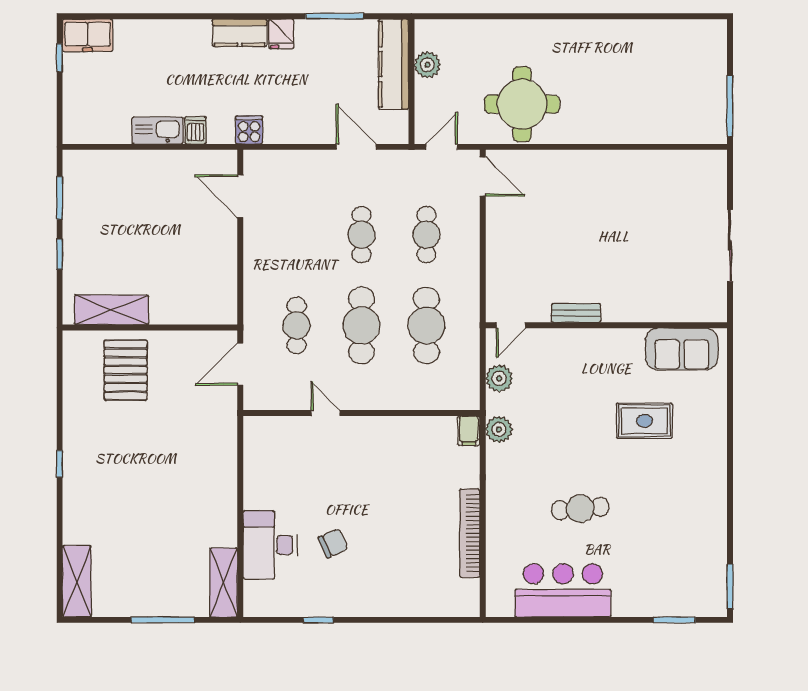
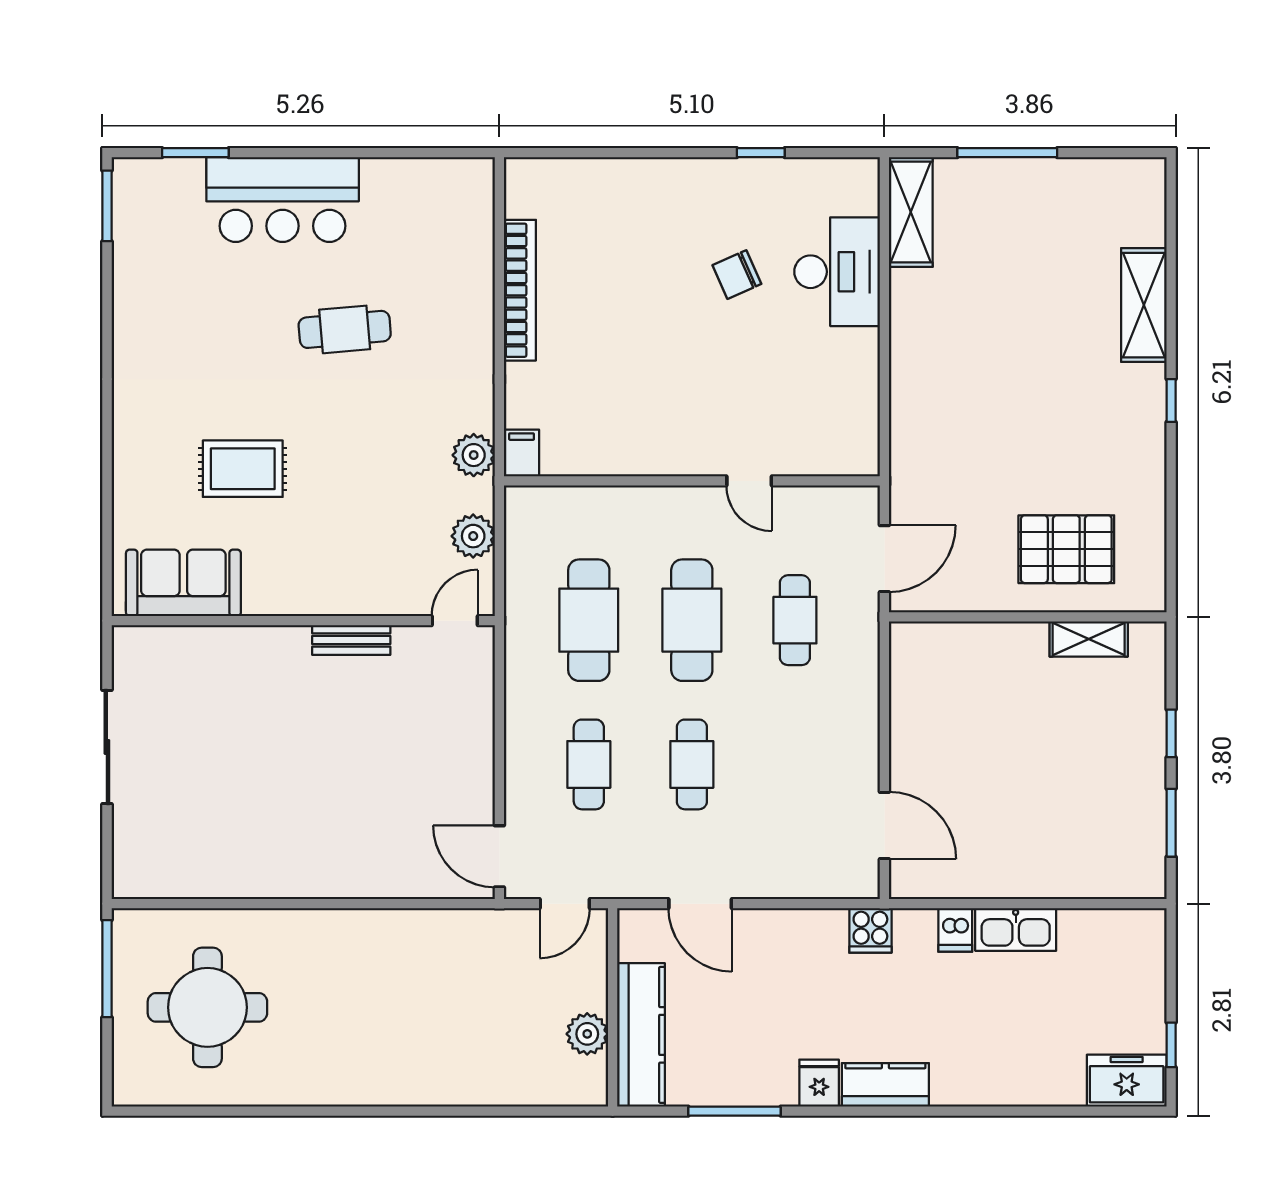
round table: (522, 104) -> (207, 1007), moved
shelving: (112, 310) -> (1089, 639), width x0.67, depth x0.75
pallet: (126, 370) -> (1066, 549), turned 90
shelving: (77, 581) -> (1144, 305), moved
bar counter: (563, 590) -> (283, 200), moved

